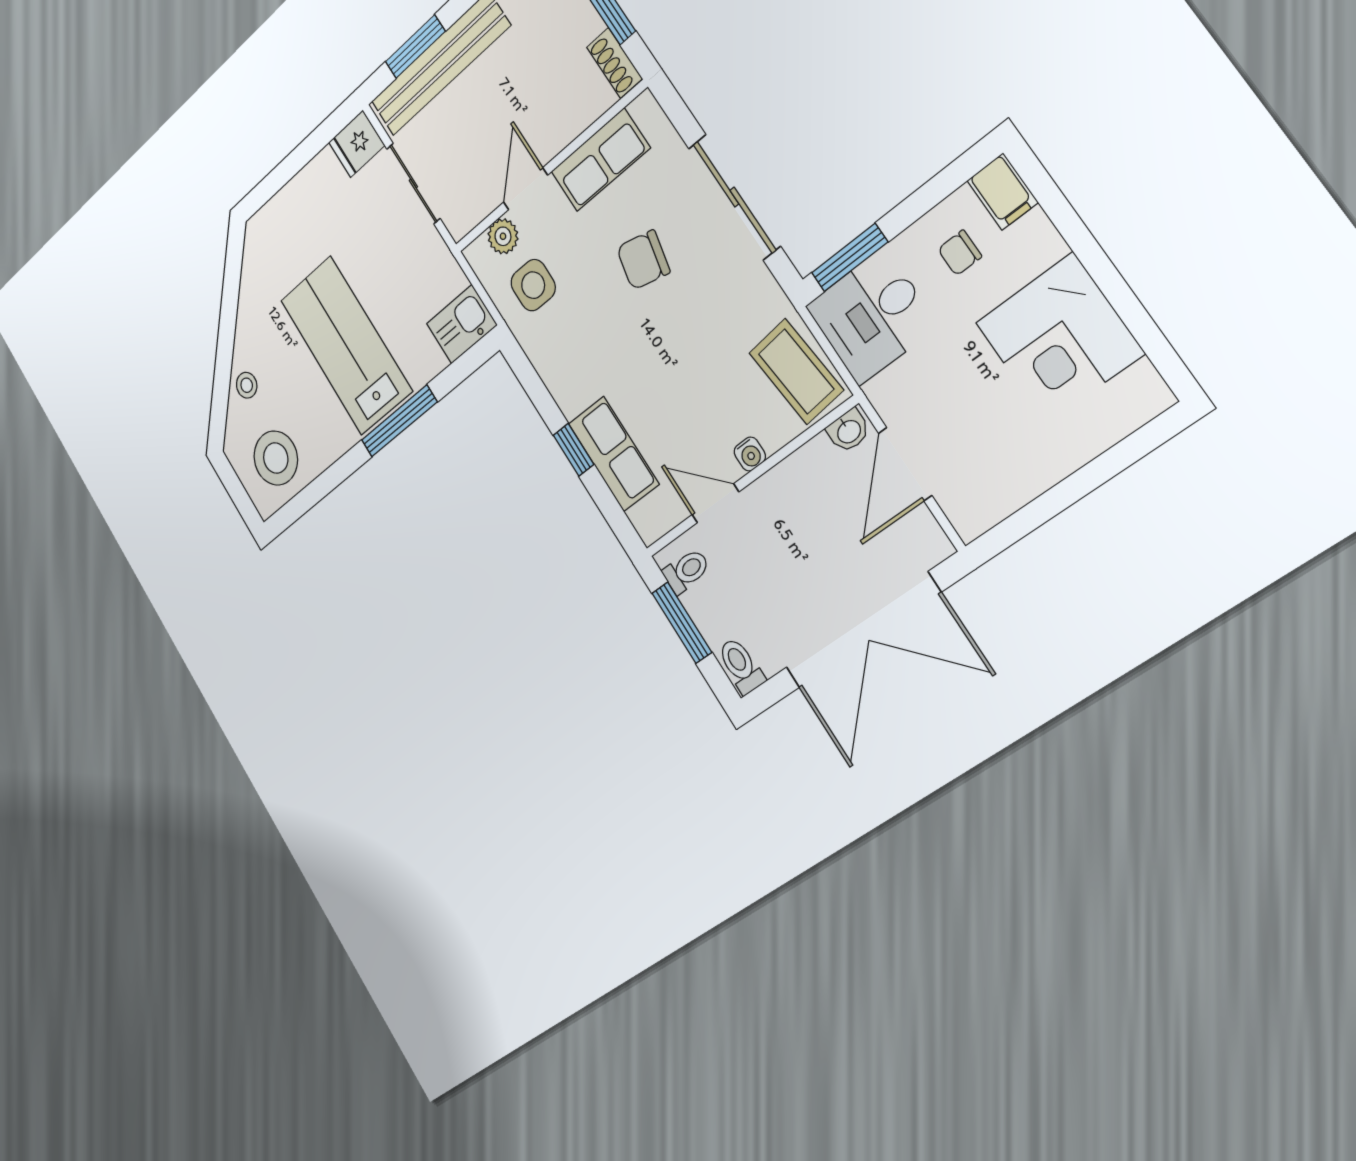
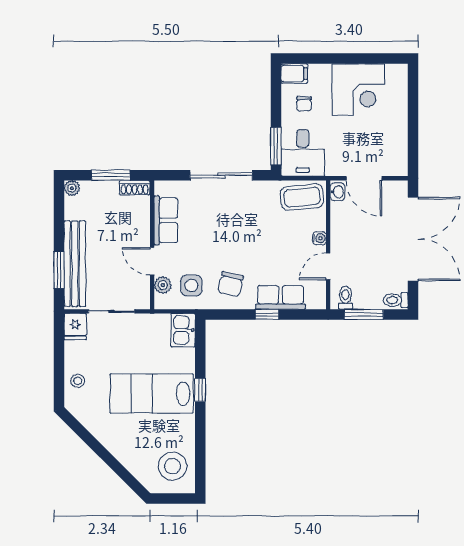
chair: (643, 260) -> (231, 284), moved
stool: (247, 385) -> (78, 381), moved
window: (399, 421) -> (200, 390), width x0.46

